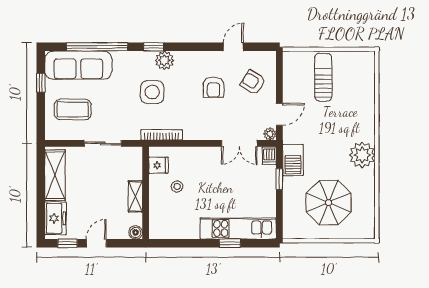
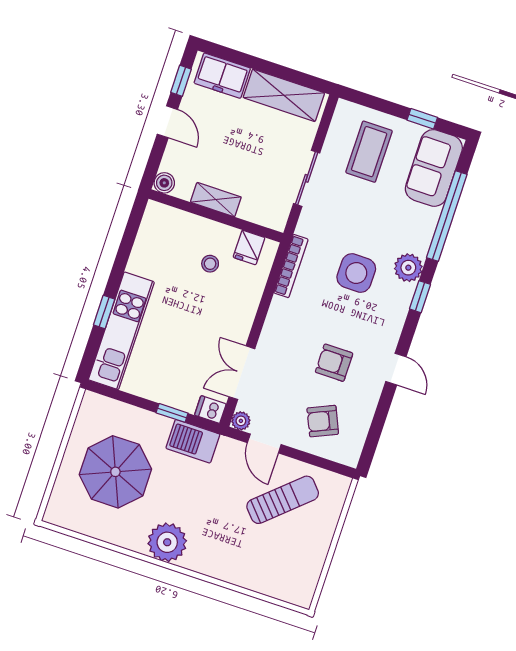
door: (233, 47) -> (396, 369), moved
plant: (164, 60) -> (408, 268), moved
sofa: (78, 65) -> (434, 168), width x0.73
sun lounger: (323, 77) -> (283, 500), moved, turned -42
armchair: (253, 82) -> (323, 421), turned -146

